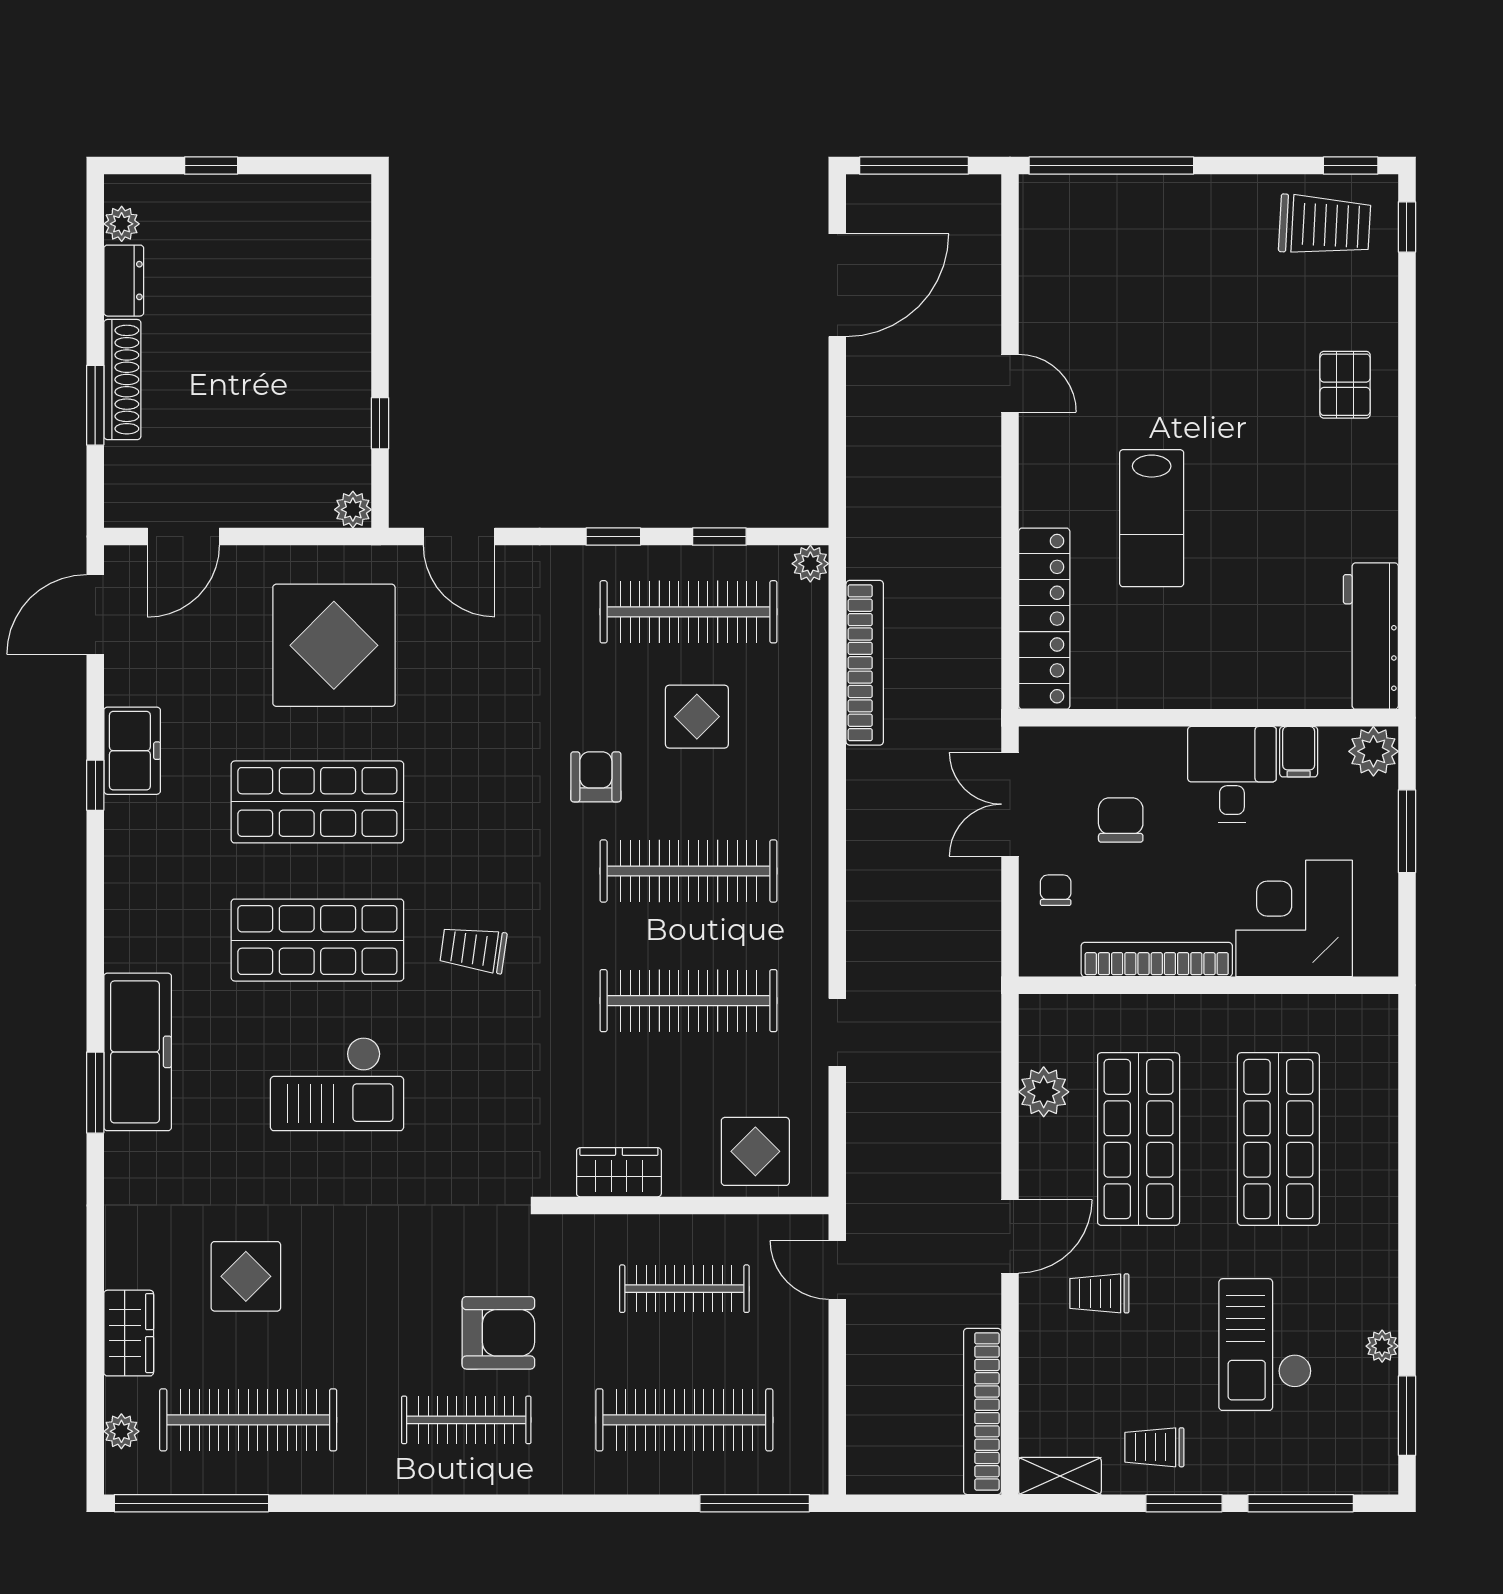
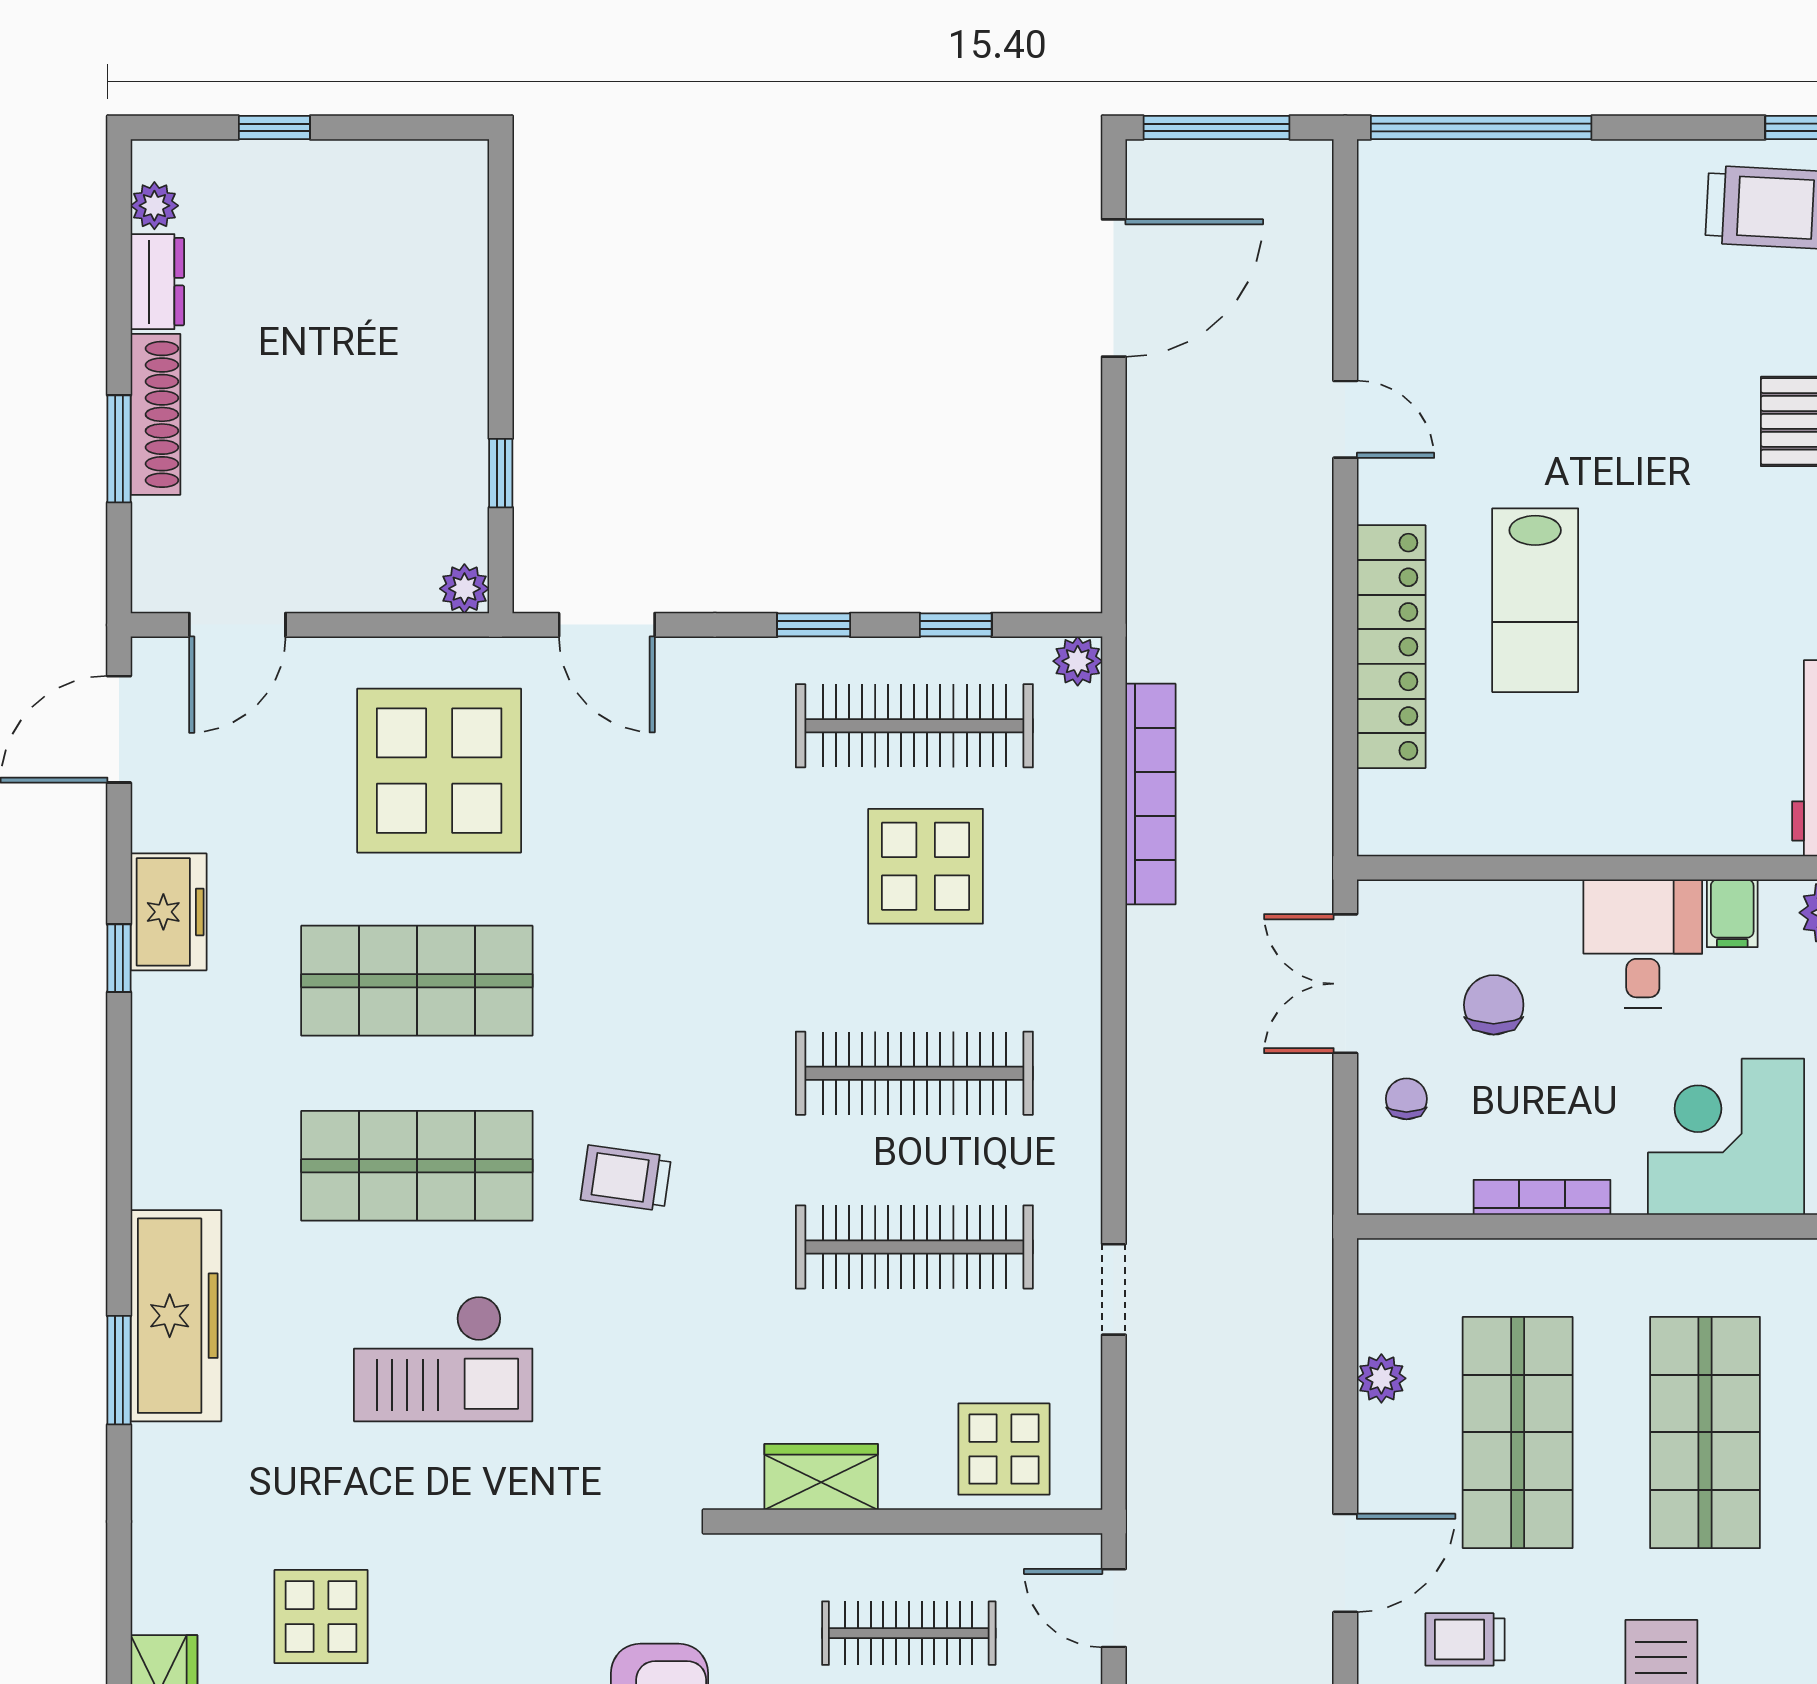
locker: (1044, 619) -> (1391, 647), moved
display table: (697, 717) -> (926, 866), width x1.36, depth x1.36
armchair: (596, 777) -> (790, 947), removed
bookcase: (1157, 960) -> (1542, 1197), width x0.68, depth x0.76
plant: (1044, 1092) -> (1381, 1378), width x0.73, depth x0.73

